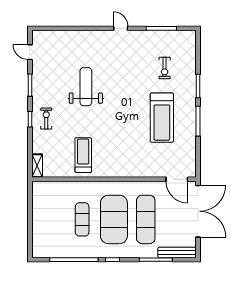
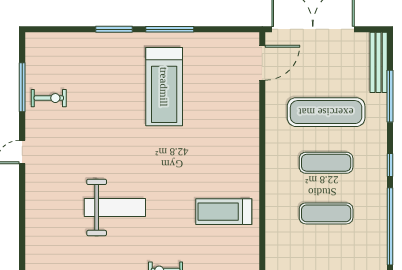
exercise bike: (165, 68) -> (49, 98), moved
weight bench: (86, 87) -> (115, 207), turned 180
treadmill: (162, 118) -> (164, 87), turned 90
exercise mat: (114, 219) -> (326, 163), width x0.50, depth x0.69

